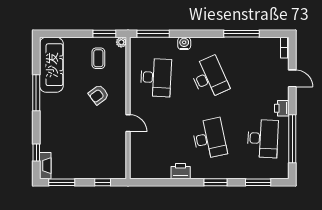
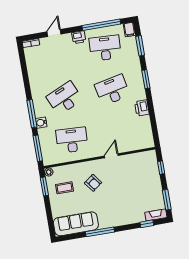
window: (241, 34) -> (32, 114), moved
filing cabinet: (281, 173) -> (129, 30), added

